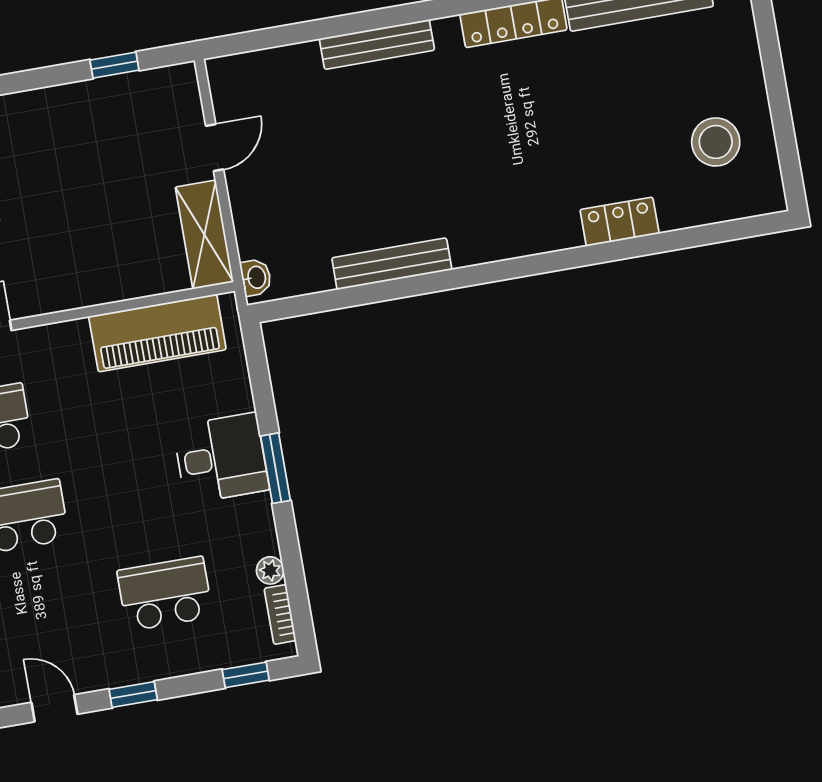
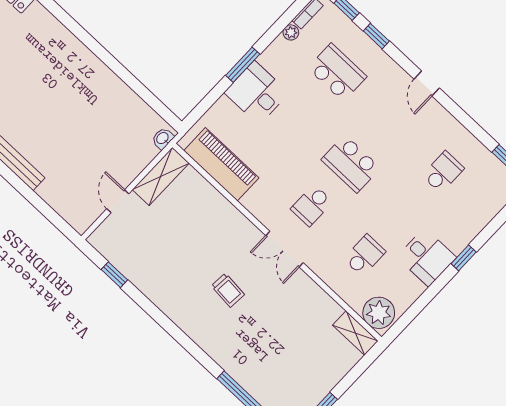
door: (215, 148) -> (118, 201), hinge flipped
bench: (392, 264) -> (110, 81), removed
school desk: (165, 594) -> (337, 72), turned 180
window: (133, 695) -> (376, 36), moved

